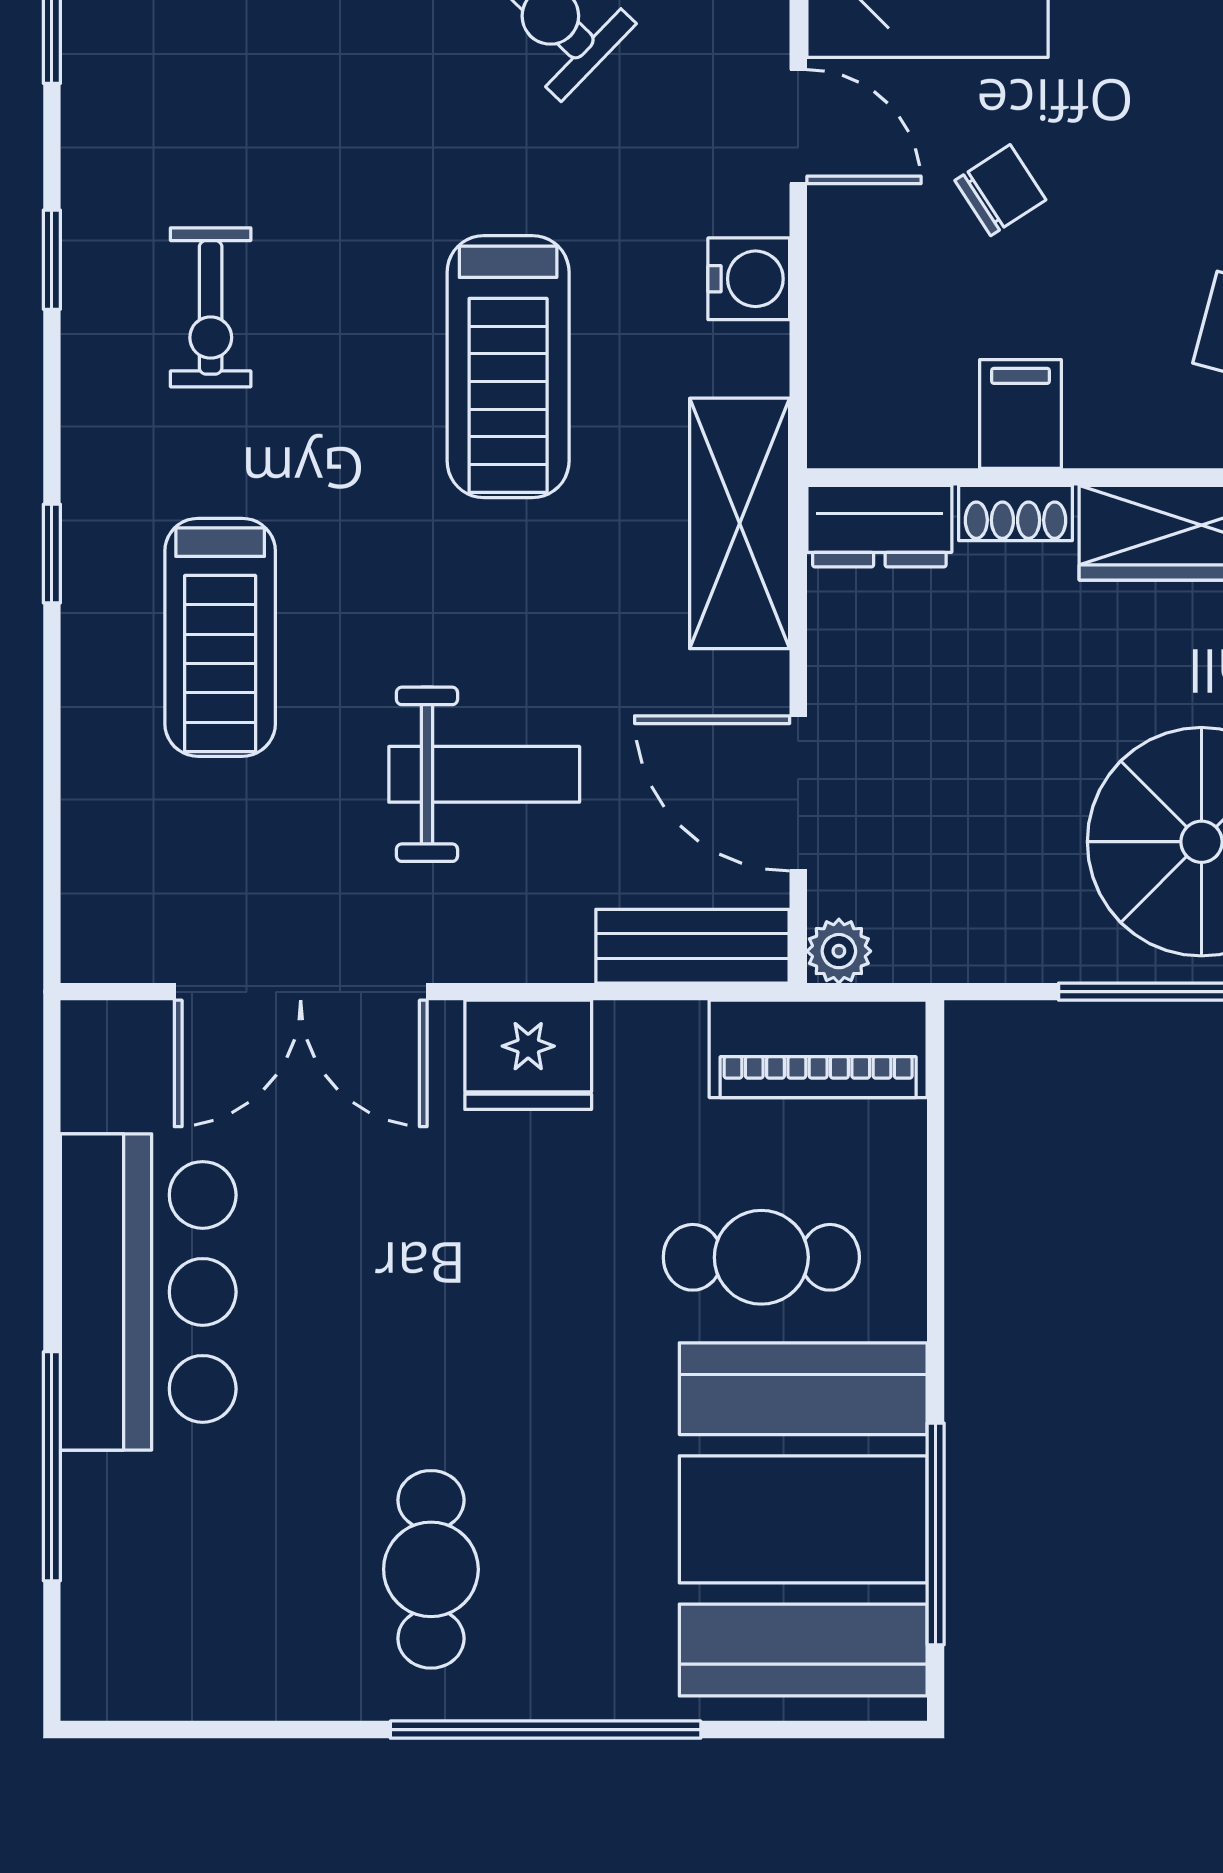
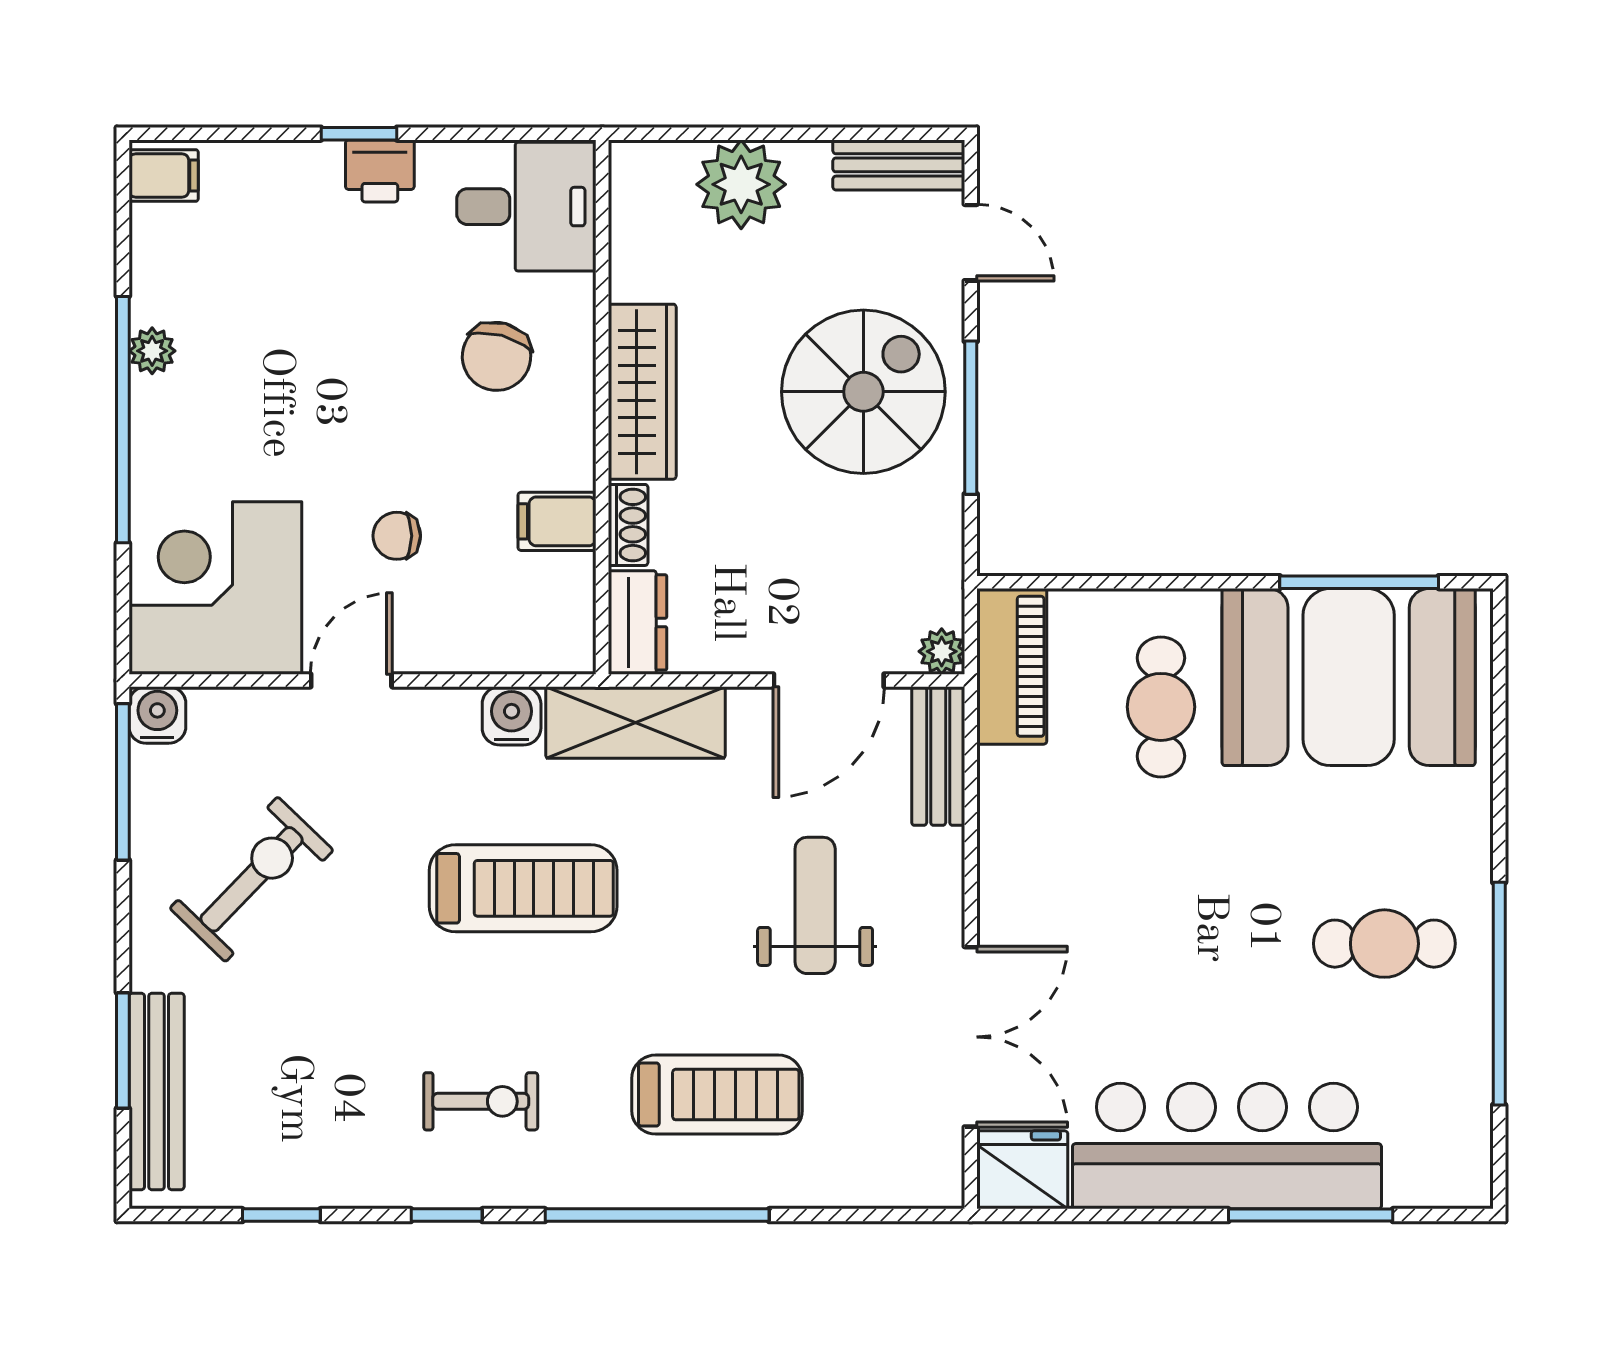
chair: (1000, 190) -> (397, 536), turned -57
water cooler: (749, 279) -> (512, 716), moved
window: (52, 554) -> (657, 1215), width x3.17
fridge: (528, 1055) -> (1022, 1170), moved, turned -90
bar counter: (148, 1292) -> (1227, 1146), width x1.36
window: (546, 1730) -> (1499, 994), moved

